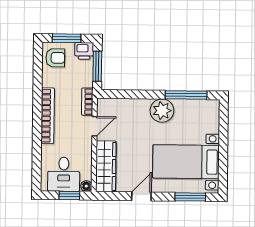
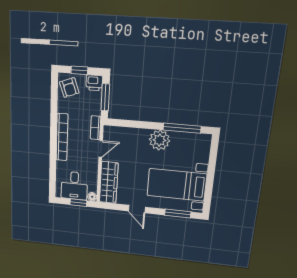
window: (67, 38) -> (79, 70), width x0.67
armchair: (55, 58) -> (69, 88), turned 70
door: (141, 196) -> (137, 209), swing flipped

